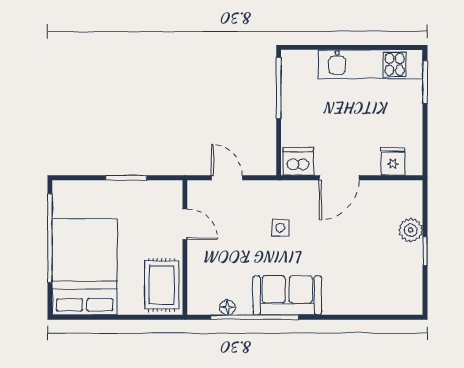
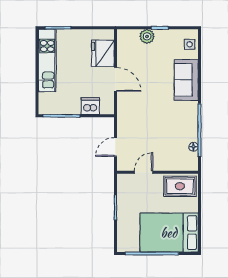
dishwasher: (298, 161) -> (90, 106), moved, turned 90
fridge: (393, 162) -> (103, 53), width x1.88, depth x1.34
side table: (280, 228) -> (190, 44), moved
sofa: (287, 295) -> (186, 80), moved

